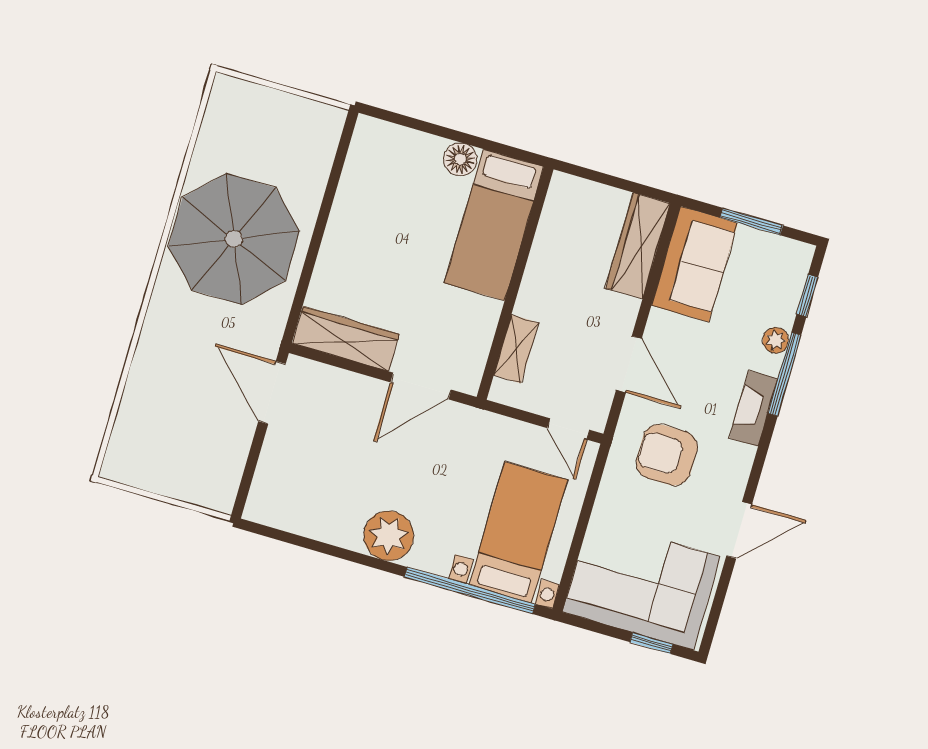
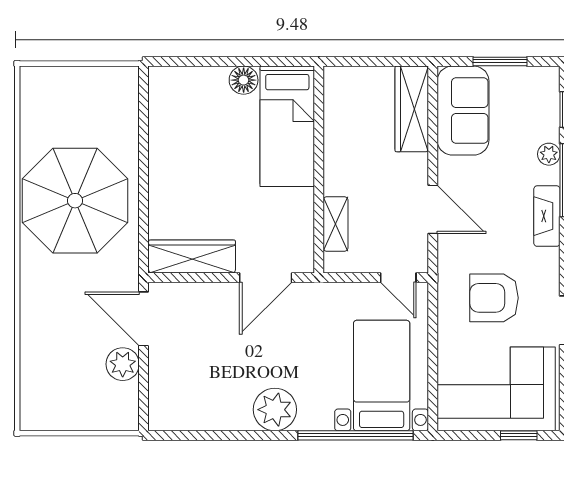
plant: (234, 436) -> (123, 364), added
armchair: (667, 455) -> (494, 298), moved

